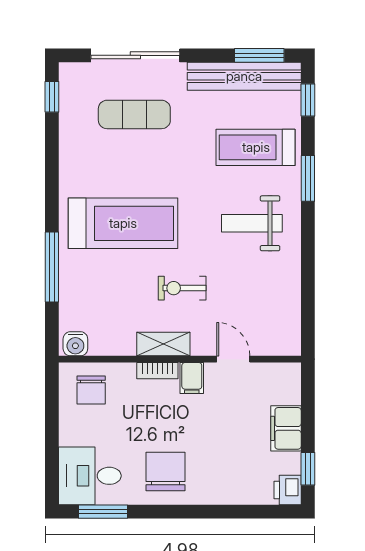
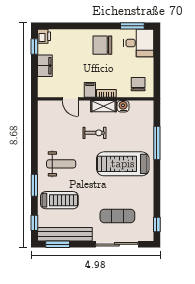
water cooler: (75, 344) -> (123, 106), moved
chair: (166, 471) -> (102, 45), turned 90

